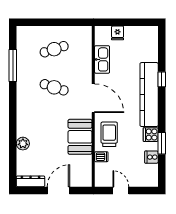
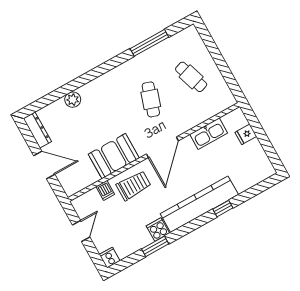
cooker: (152, 157) -> (110, 258), moved

